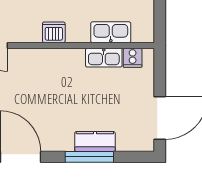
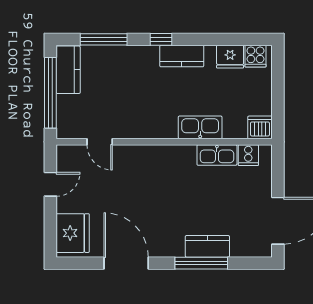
dishwasher: (54, 32) -> (260, 127), moved
kitchen sink: (111, 32) -> (200, 127), moved

